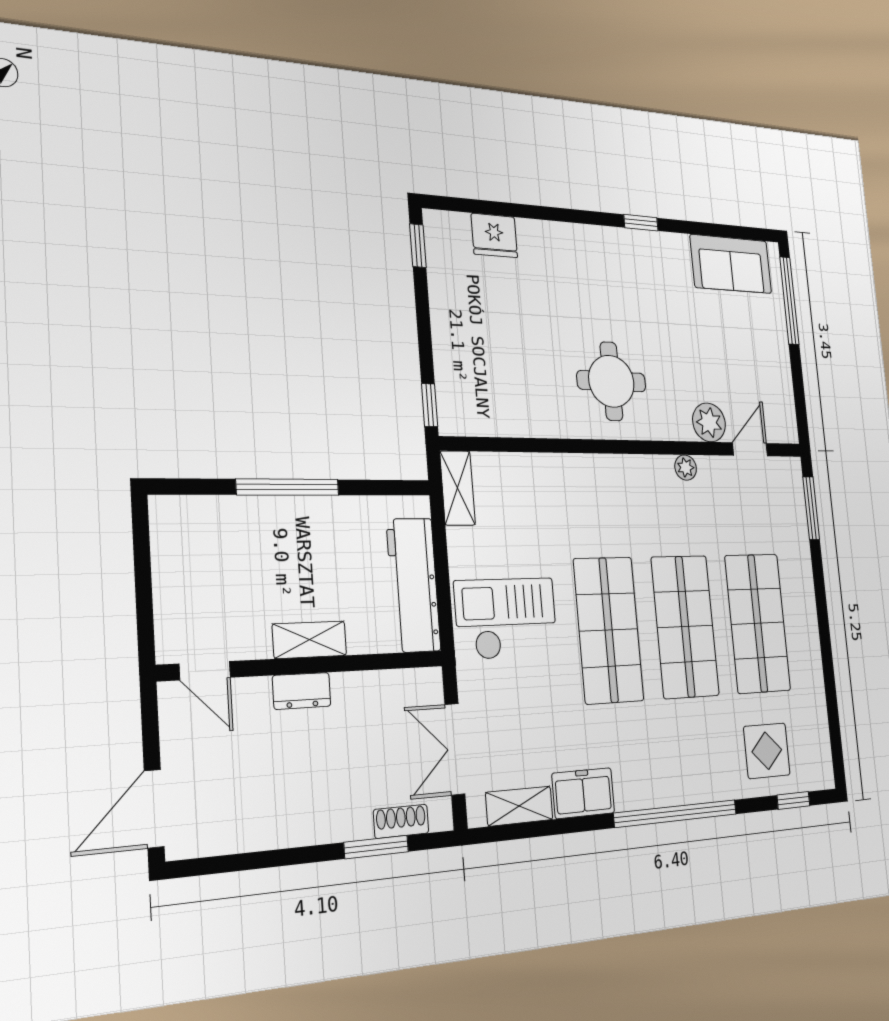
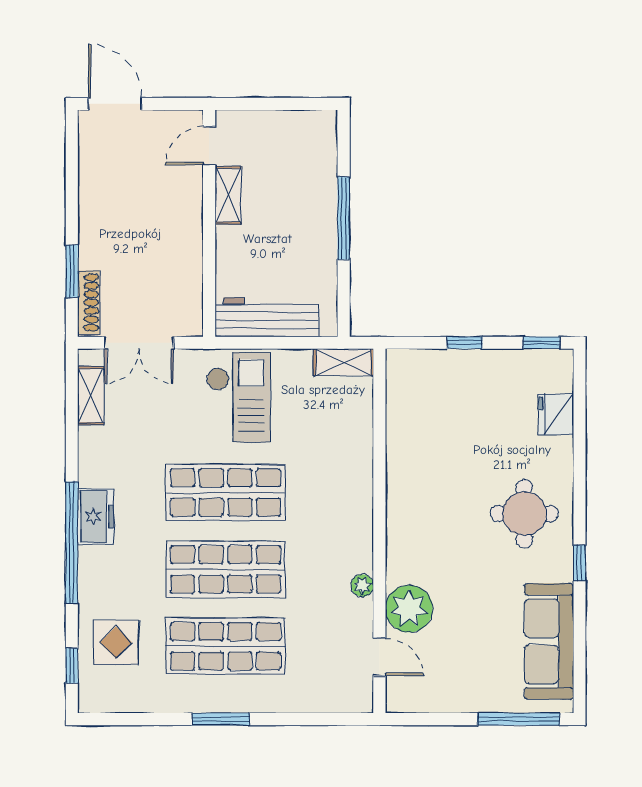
sofa: (731, 264) -> (549, 641), width x1.36
round table: (611, 381) -> (524, 514), moved
window: (430, 405) -> (465, 343), moved
plant: (709, 422) -> (409, 609), width x1.36, depth x1.36
window: (811, 508) -> (221, 719), moved
shelving: (310, 640) -> (228, 195), moved
dresser: (302, 691) -> (191, 219), removed
double door: (455, 749) -> (139, 343), swing flipped
freezer: (583, 793) -> (96, 516), moved
shoe rack: (401, 821) -> (89, 303), width x1.43

